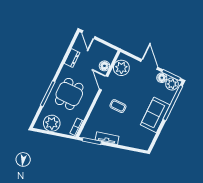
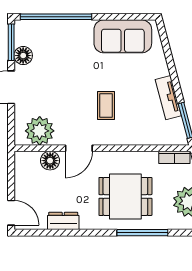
door: (88, 35) -> (11, 213), hinge flipped
plant: (172, 84) -> (25, 33), removed
sofa: (155, 115) -> (123, 36), moved

